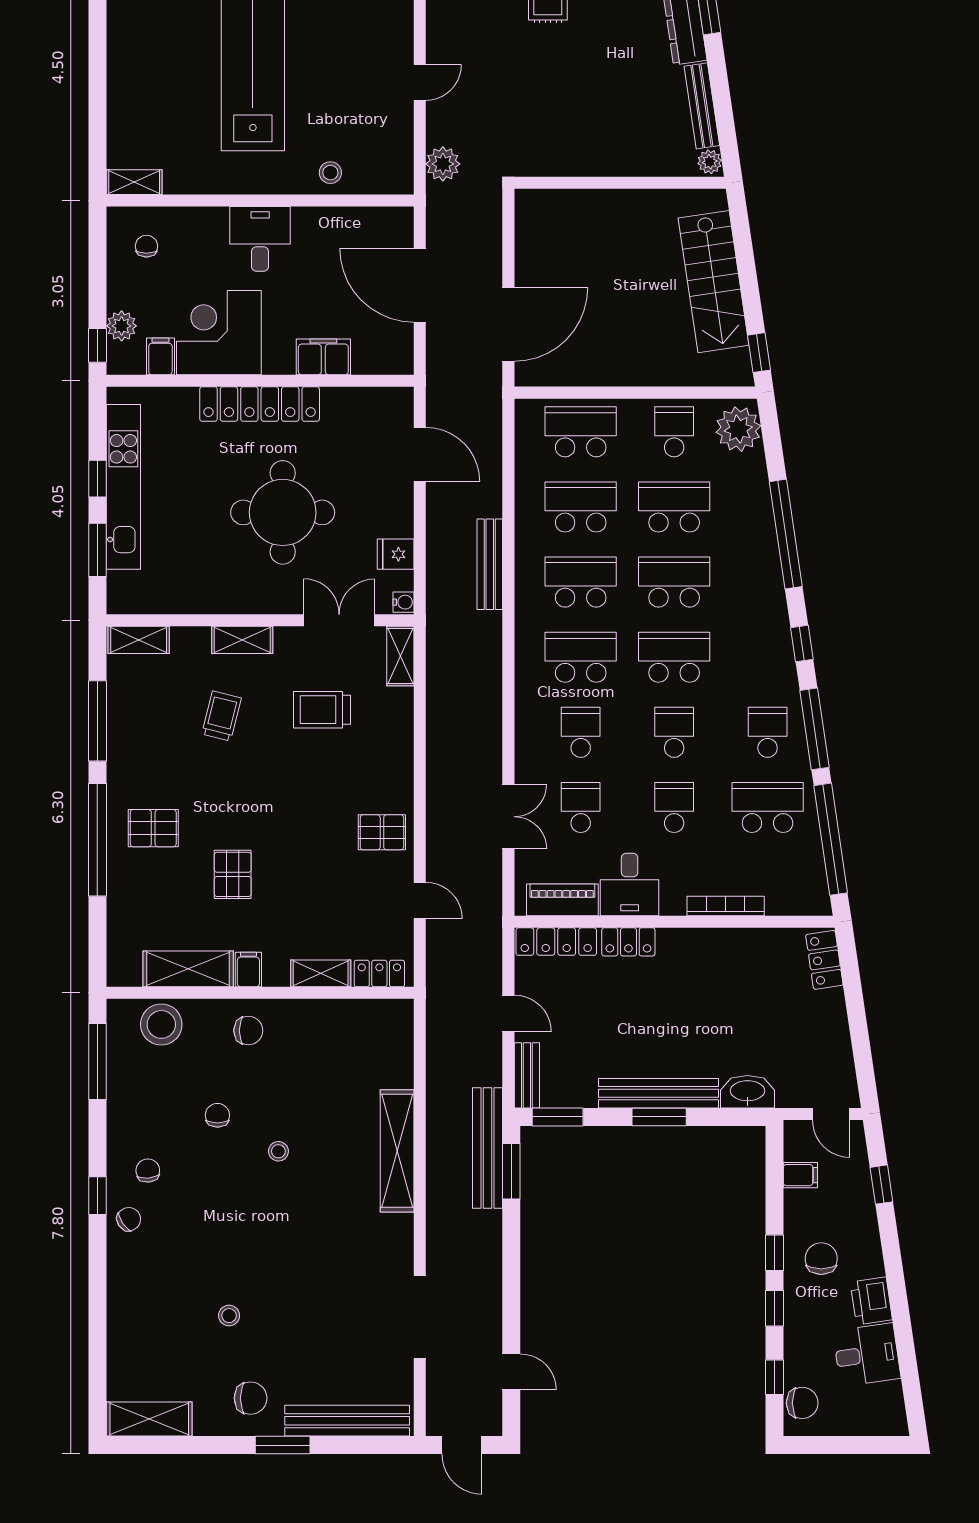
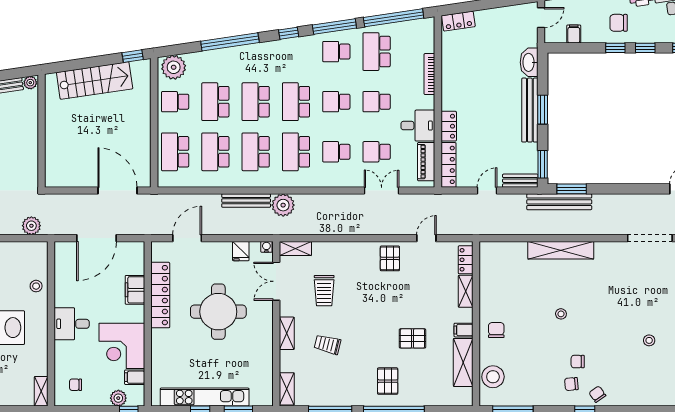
locker: (260, 404) -> (160, 295), moved
plant: (481, 633) -> (283, 205), added
chair: (217, 1115) -> (578, 362), moved

